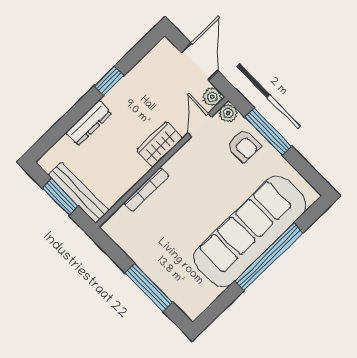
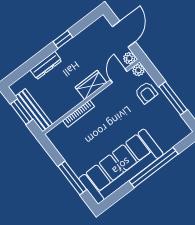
window: (268, 132) -> (173, 98), moved
sofa: (250, 231) -> (121, 166), moved

